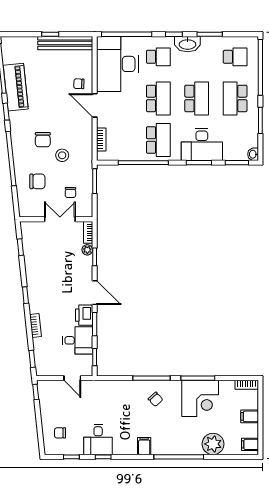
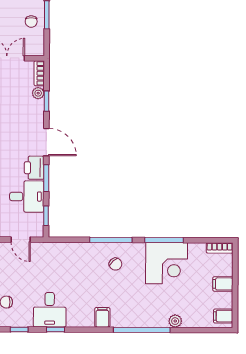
chair: (70, 192) -> (31, 22), moved
plant: (213, 444) -> (175, 321), width x0.53, depth x0.53

